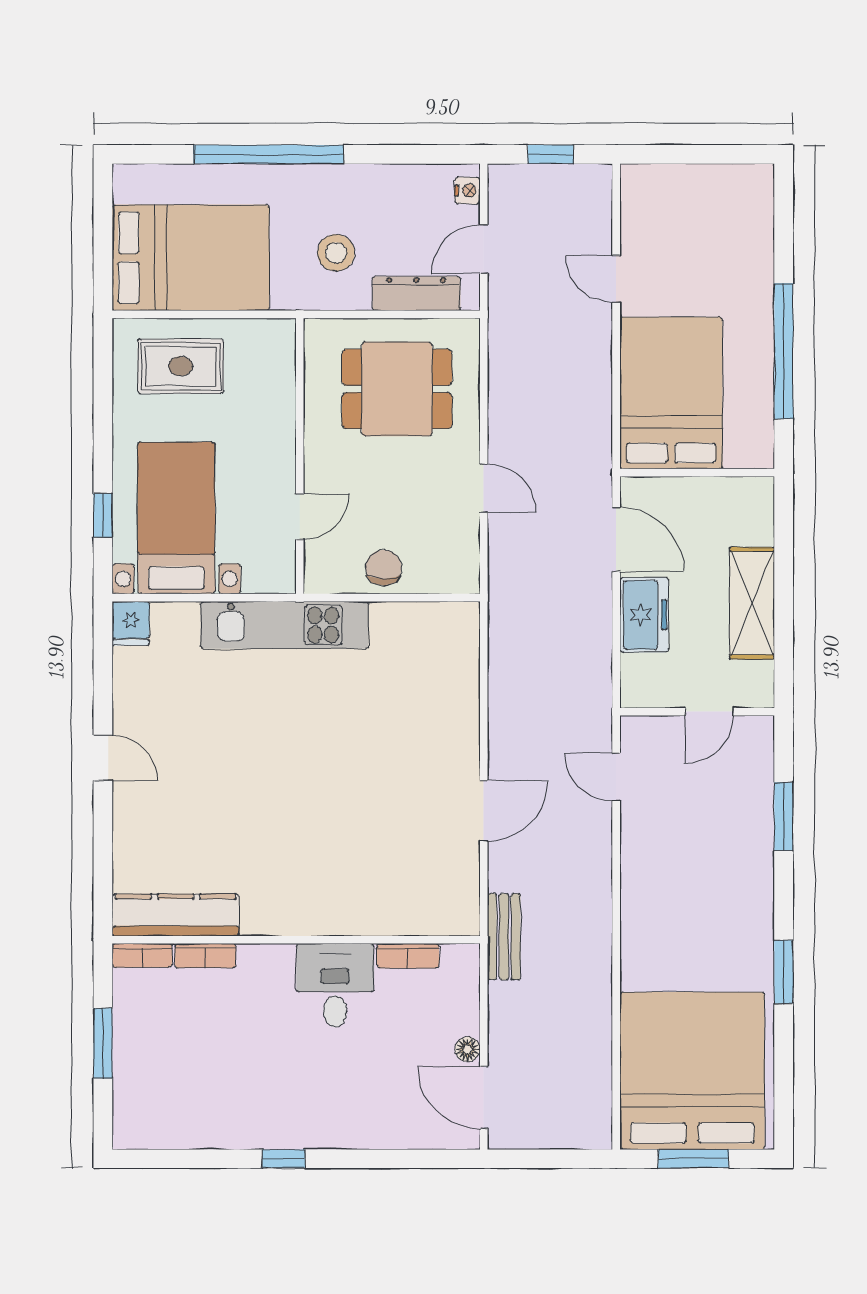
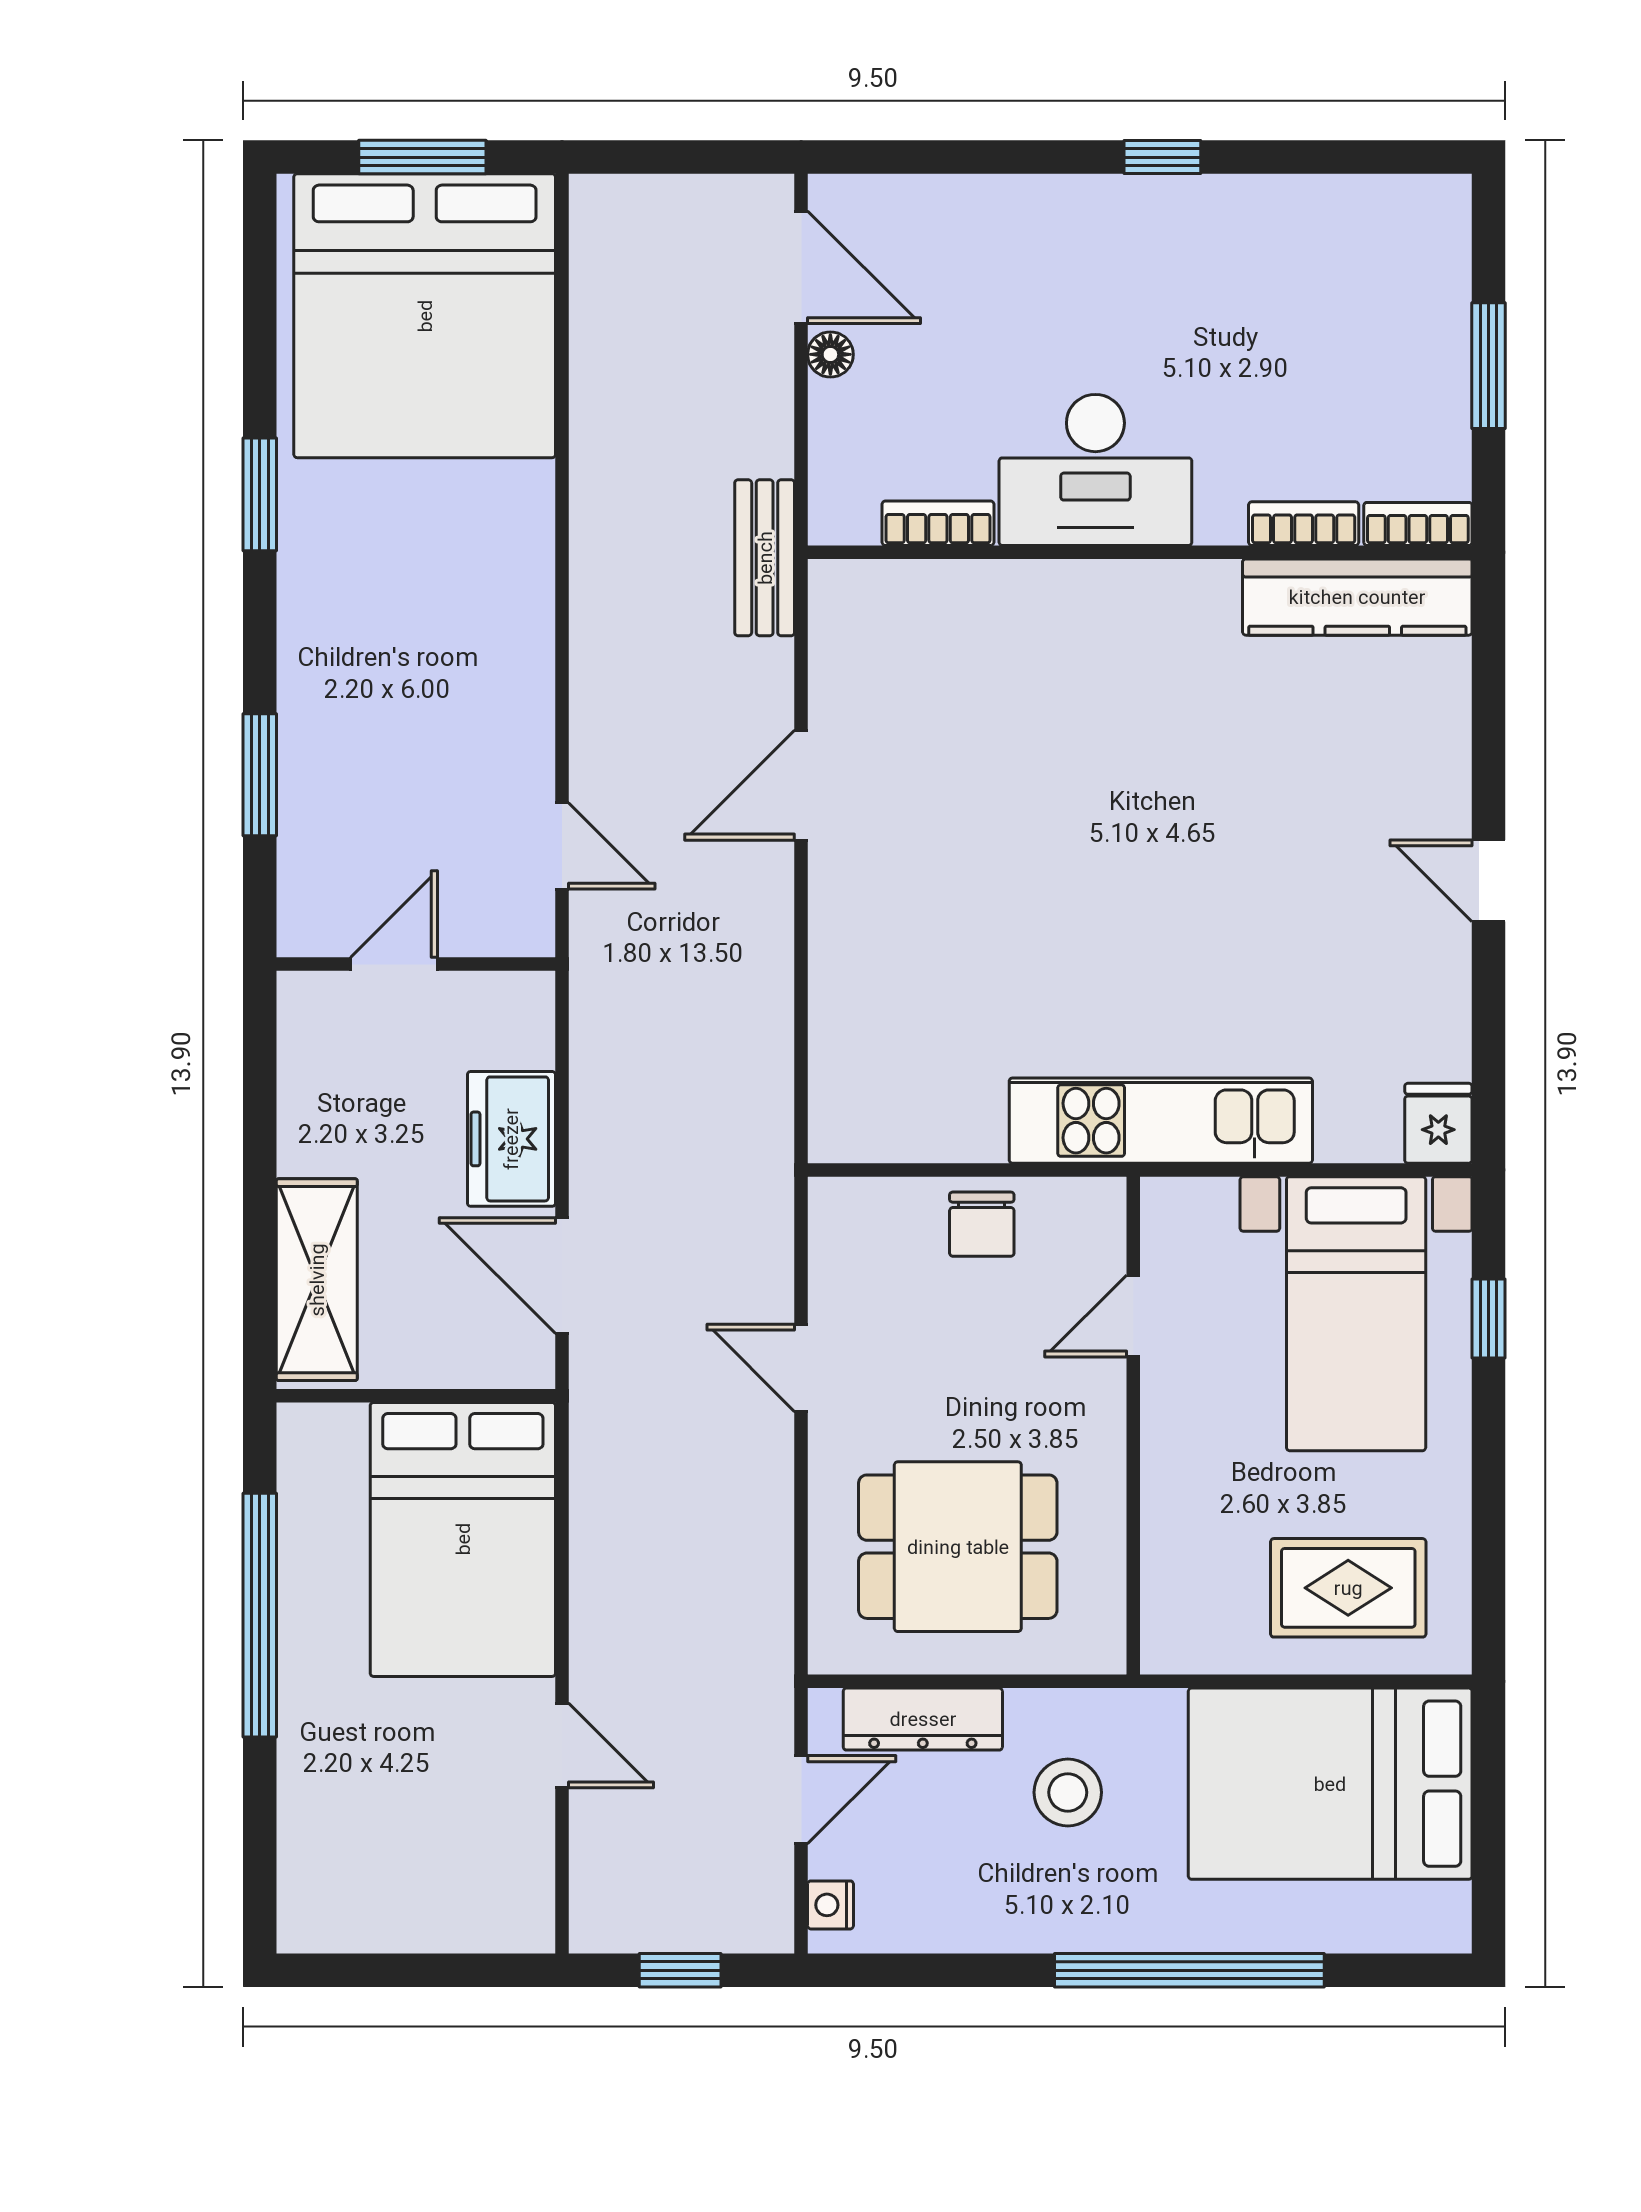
shelving: (752, 603) -> (317, 1280), moved
desk: (335, 985) -> (1095, 470), width x1.37

